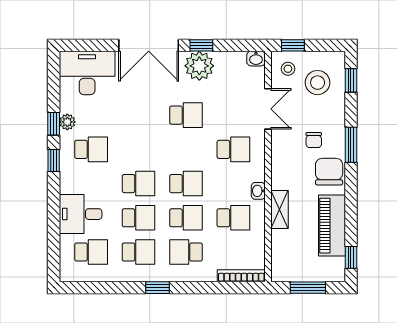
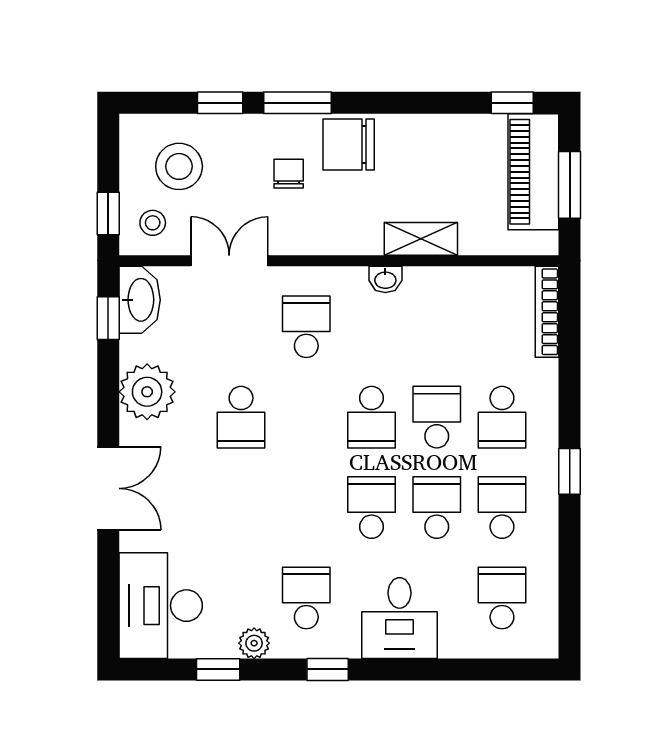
double door: (149, 45) -> (108, 488), width x0.73
window: (201, 45) -> (108, 318), moved
washbasin: (256, 59) -> (140, 300), width x1.91, depth x1.45
window: (351, 80) -> (220, 103), moved
school desk: (186, 115) -> (241, 417), turned 180
window: (54, 124) -> (218, 669), moved
chair: (314, 140) -> (289, 174), turned -90
school desk: (186, 184) -> (372, 417), turned 180
desk: (81, 214) -> (399, 618), moved
school desk: (233, 218) -> (437, 327), removed
piano: (332, 226) -> (533, 172), moved, turned 90

